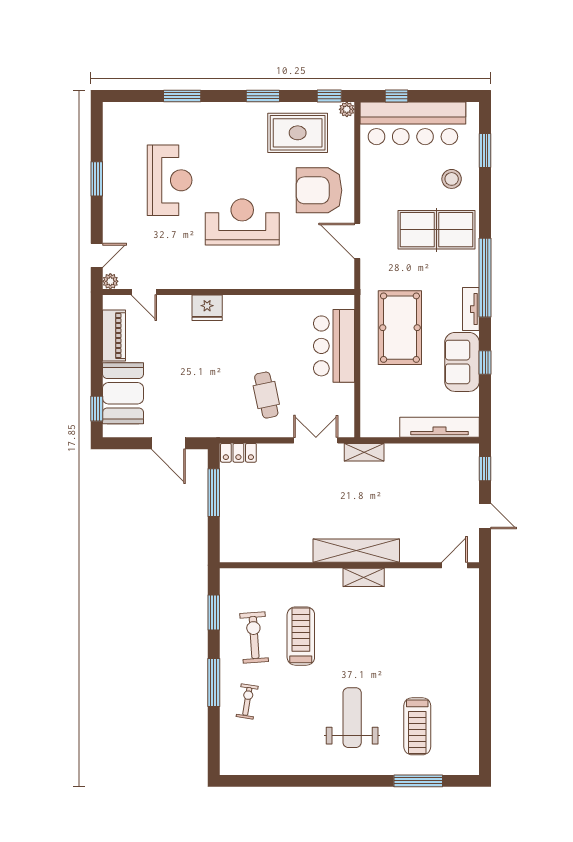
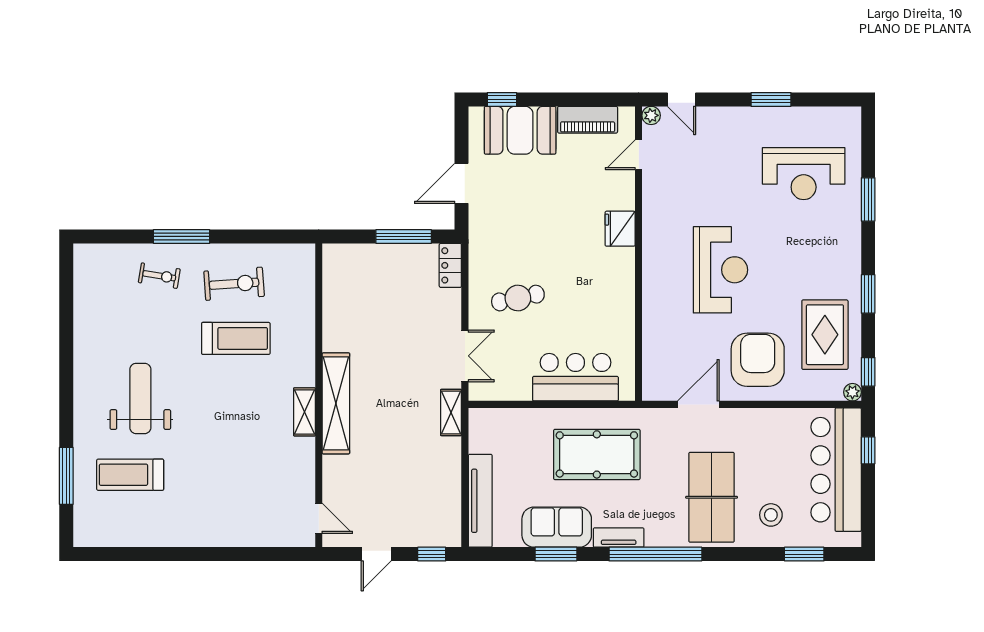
reception desk: (170, 180) -> (804, 174), moved
window: (485, 363) -> (556, 554), width x1.50
window: (214, 613) -> (263, 236), removed
weight bench: (352, 718) -> (140, 398), turned -90

